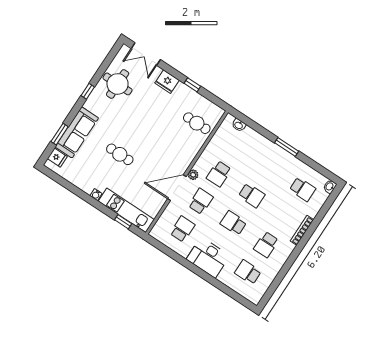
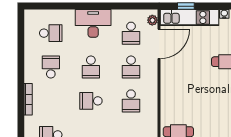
school desk: (219, 174) -> (131, 101), turned 180
plant: (193, 175) -> (152, 20), moved
door: (177, 188) -> (159, 44), moved
school desk: (233, 223) -> (91, 67), turned 90

